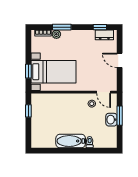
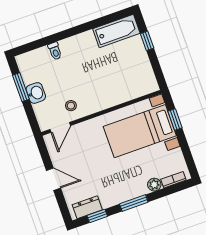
window: (62, 27) -> (134, 203), moved
door: (104, 92) -> (60, 127), swing flipped
window: (28, 111) -> (147, 41), moved
window: (120, 116) -> (21, 87), moved
bathtub: (71, 141) -> (116, 31), moved

